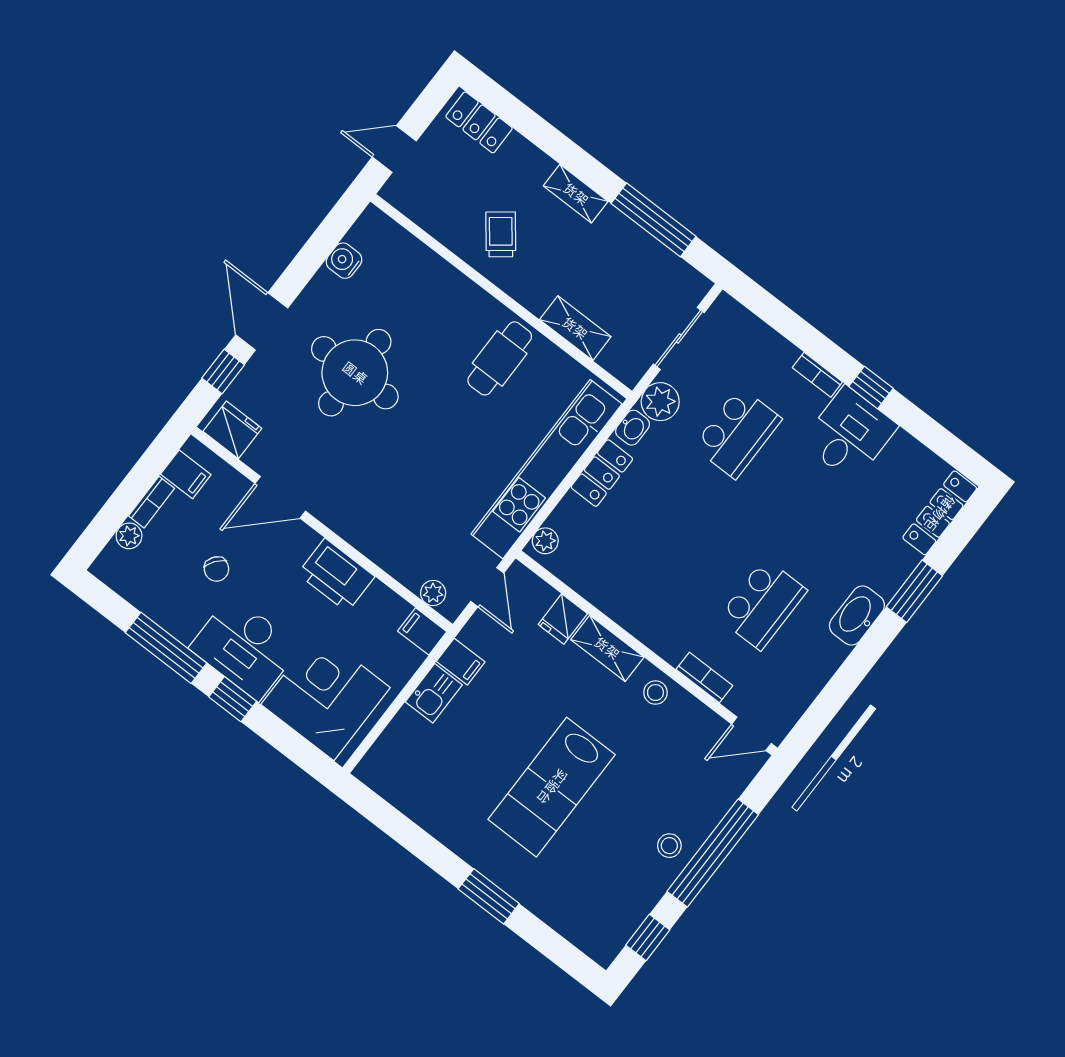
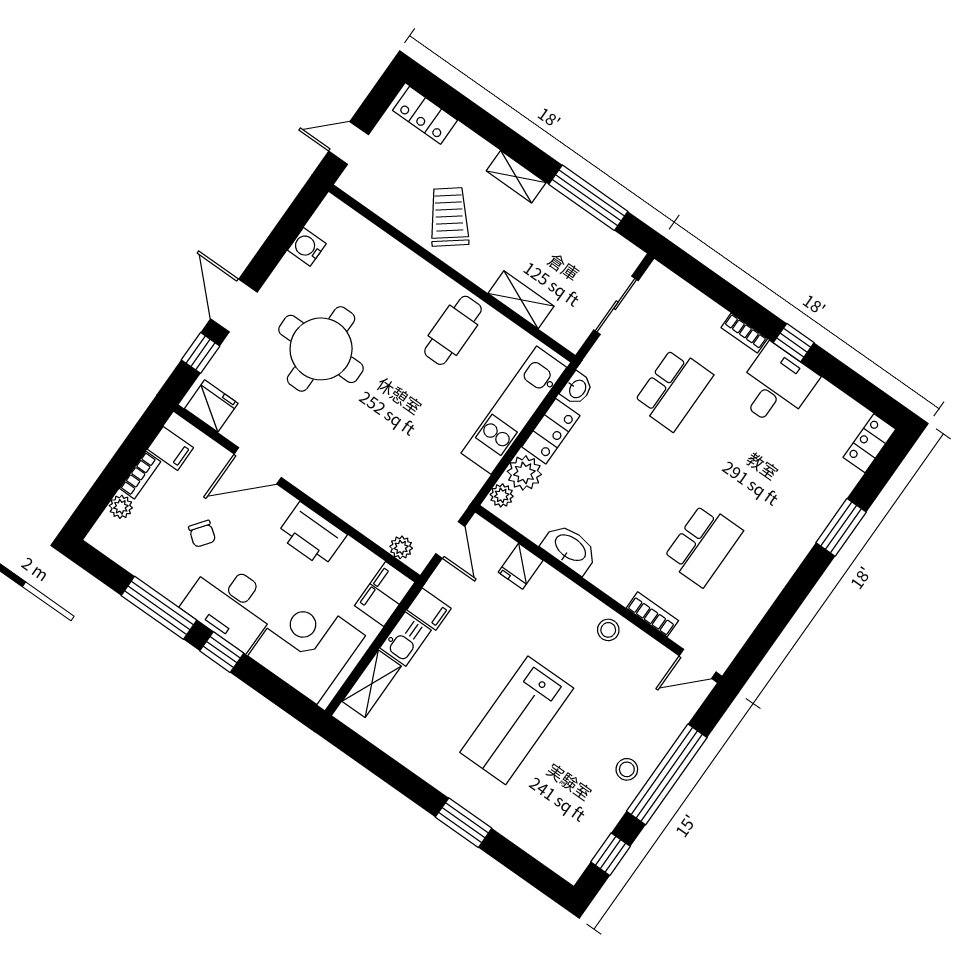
trolley: (501, 234) -> (449, 217), width x1.36, depth x1.39
plant: (660, 402) -> (524, 473), moved
kitchen unit: (547, 469) -> (514, 410), width x0.73
locker: (940, 513) -> (869, 443), width x0.66
washbasin: (857, 616) -> (570, 548), moved, turned 90
filing cabinet: (422, 631) -> (385, 594), width x2.00
shelving: (607, 648) -> (372, 684), moved, turned 90

